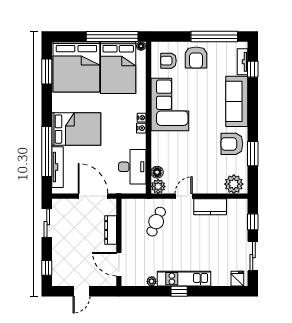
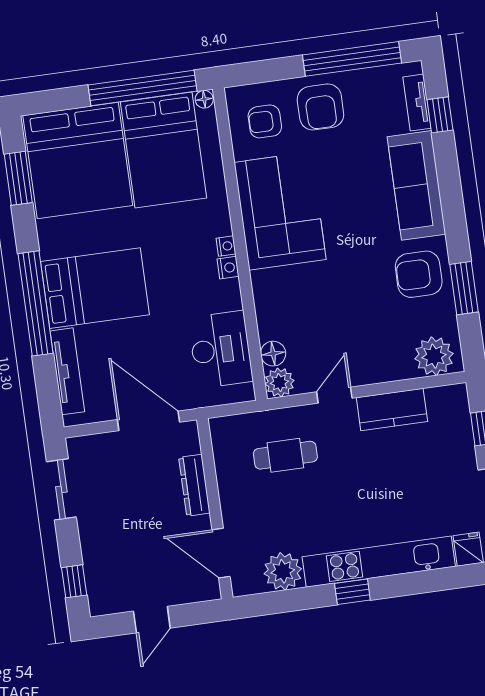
window: (47, 151) -> (36, 303), moved
cafe table: (156, 222) -> (285, 455), turned 67
kitchen unit: (184, 279) -> (379, 562), width x1.36
plant: (152, 281) -> (283, 571), width x1.88, depth x1.88

